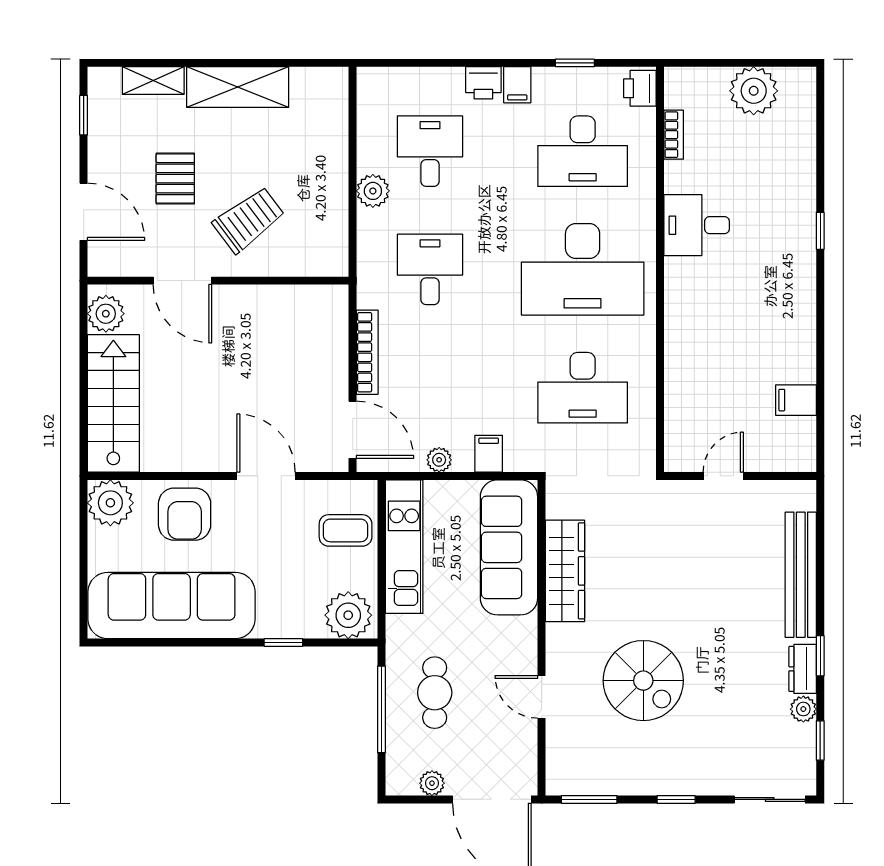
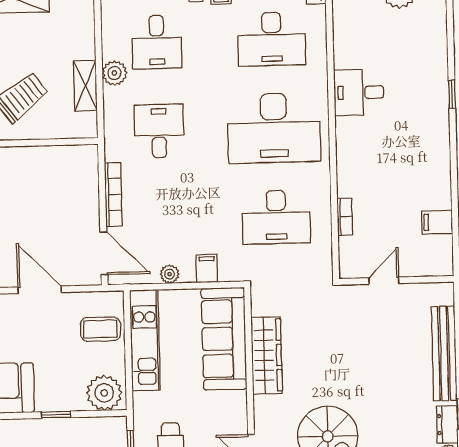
bookcase: (674, 135) -> (345, 217), moved
desk: (430, 151) -> (157, 42), turned 180
shelving: (334, 207) -> (85, 86), added

